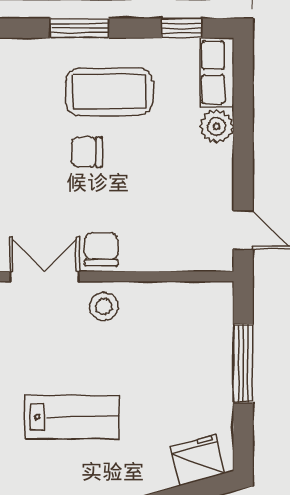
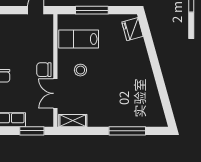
stool: (104, 306) -> (80, 70), moved
lab bench: (72, 417) -> (79, 39), moved, turned -90

